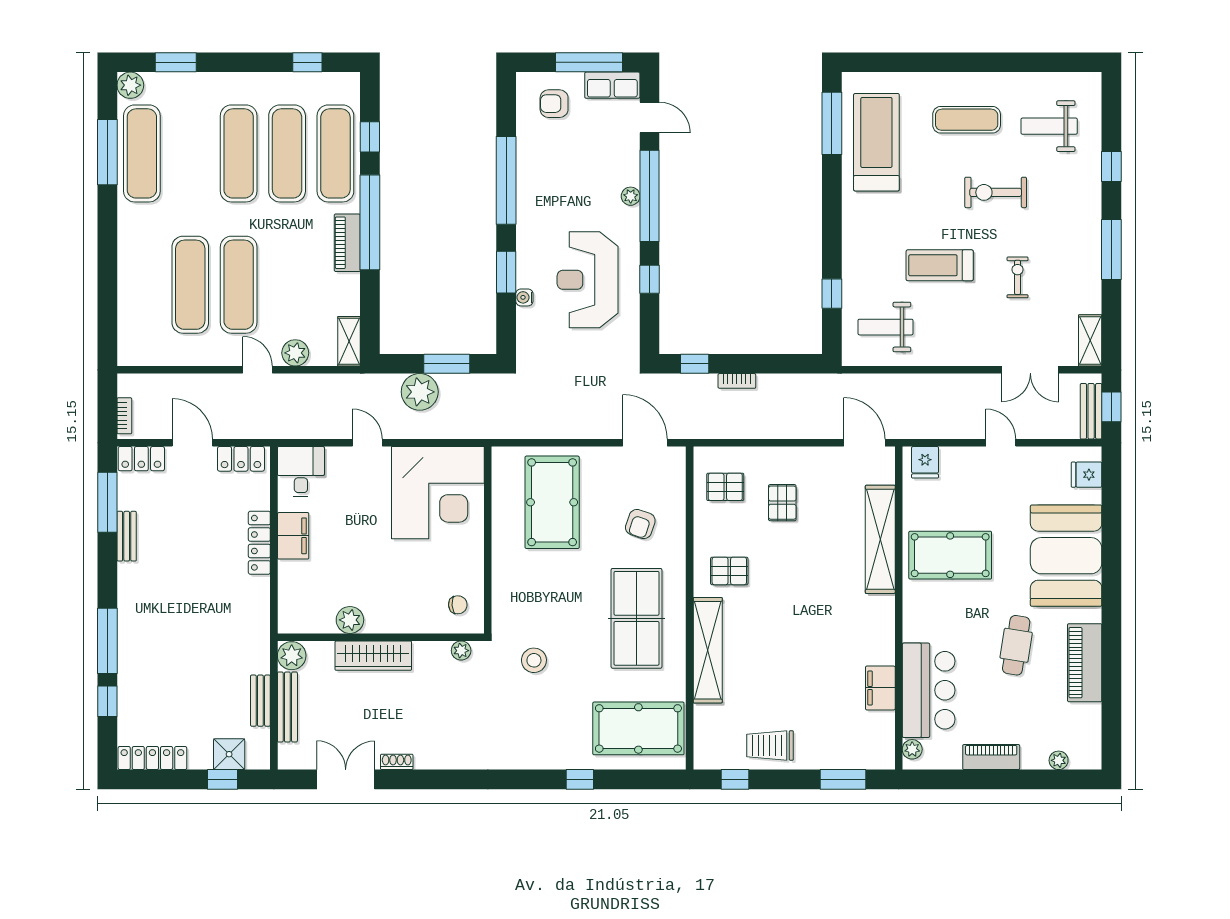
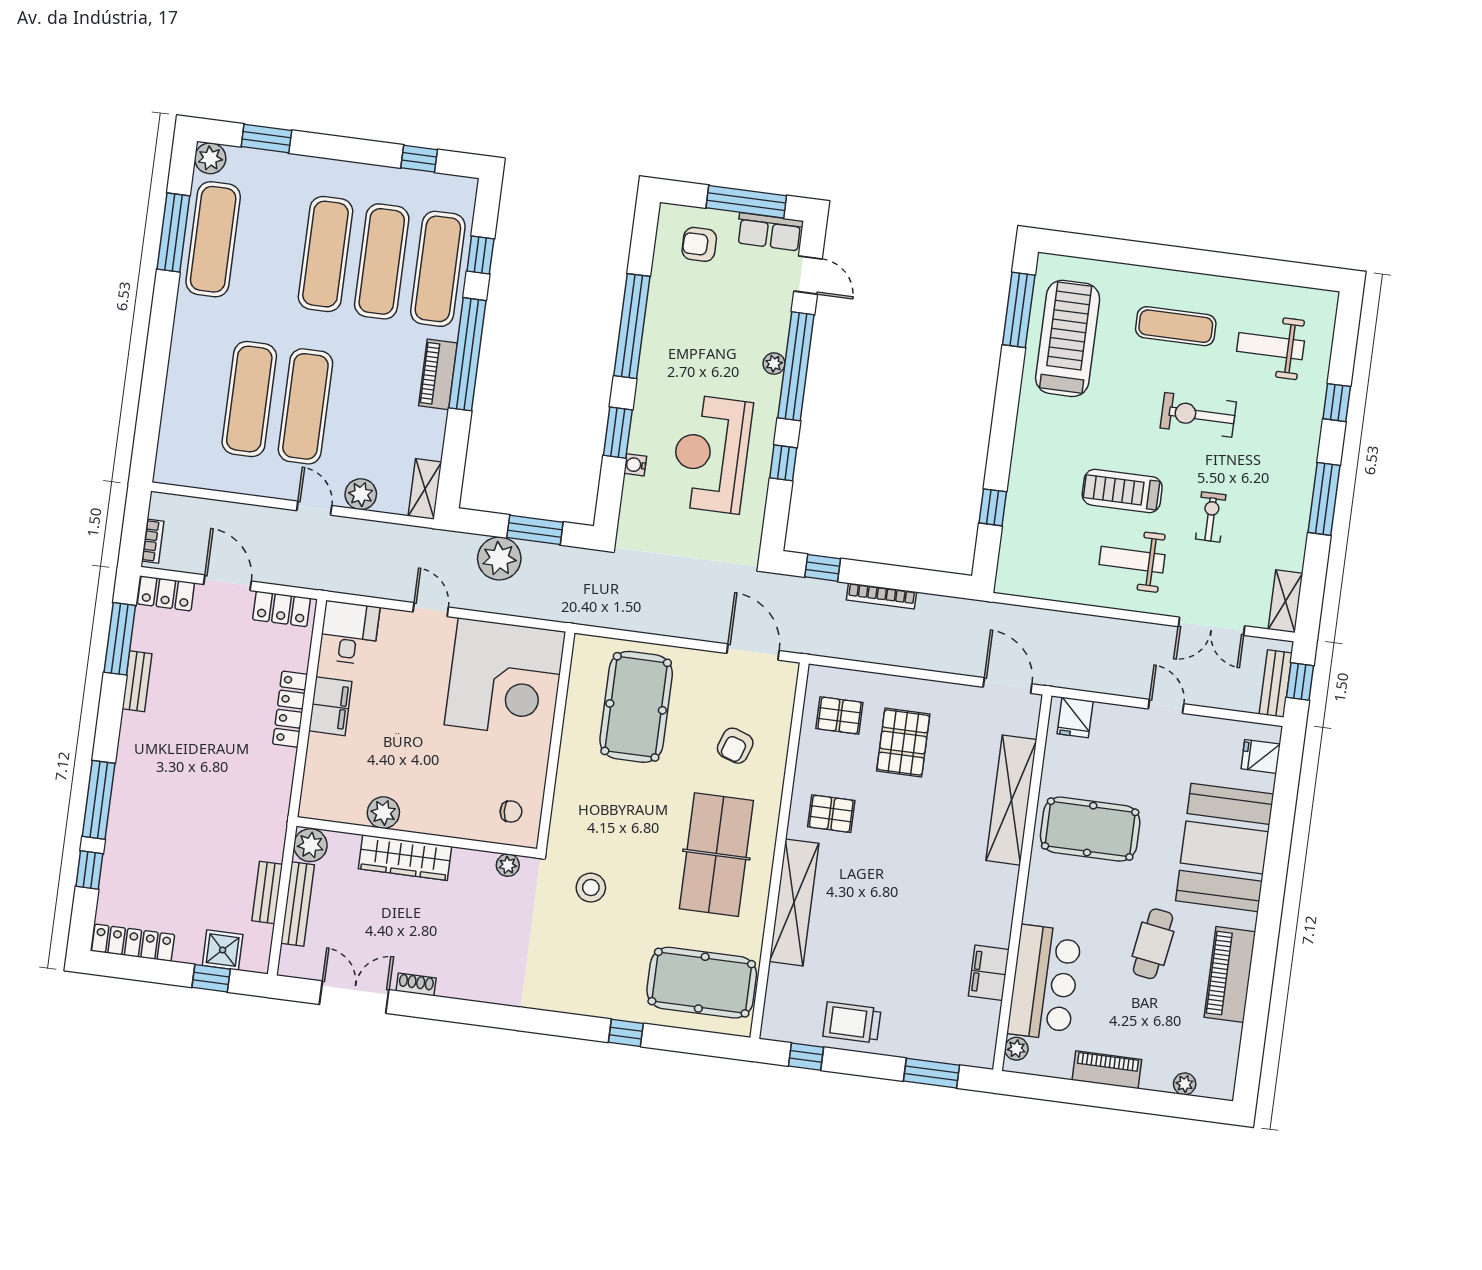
weight bench: (885, 327) -> (1132, 560), moved
bookcase: (737, 381) -> (881, 596), width x1.56
pallet: (782, 503) -> (903, 743), width x1.50, depth x1.42

